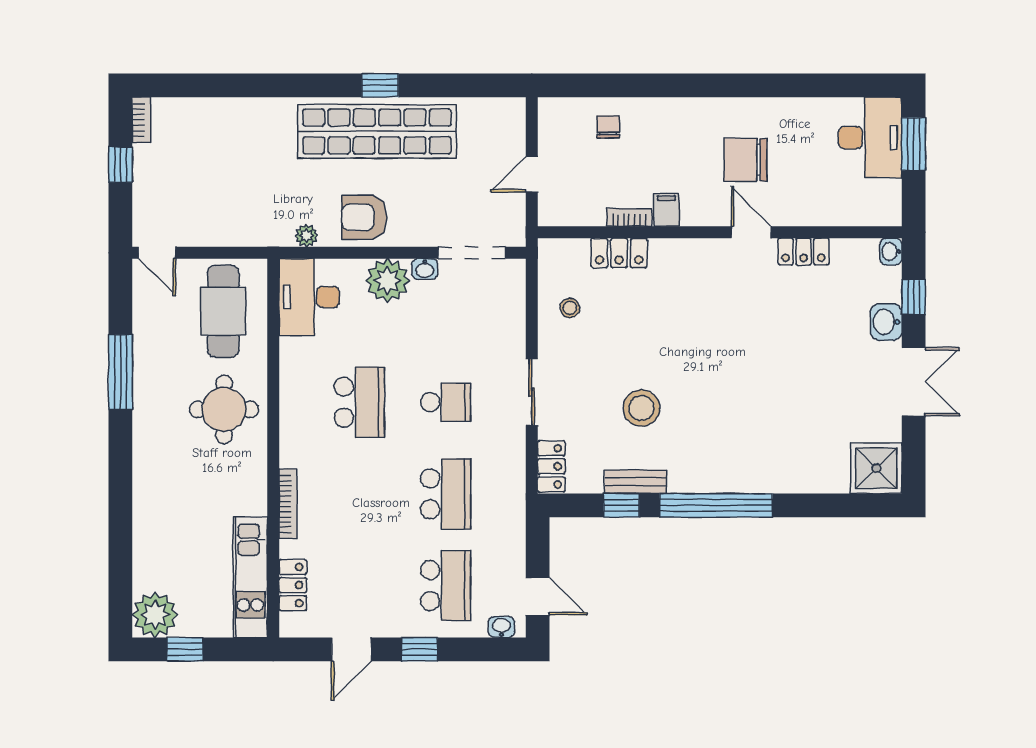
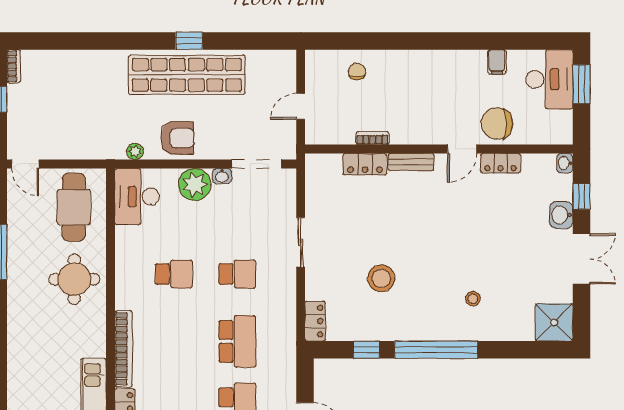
chair: (746, 160) -> (497, 124), moved
filing cabinet: (666, 210) -> (497, 62), moved, turned 180
armchair: (364, 217) -> (177, 138), turned 180
door: (751, 232) -> (462, 149), swing flipped
stool: (570, 308) -> (473, 299), moved
sliding door: (532, 392) -> (301, 242), moved
school desk: (359, 402) -> (174, 274), width x0.54
bench: (636, 482) -> (411, 162), moved
bookcase: (288, 504) -> (124, 349), width x1.48, depth x1.31

